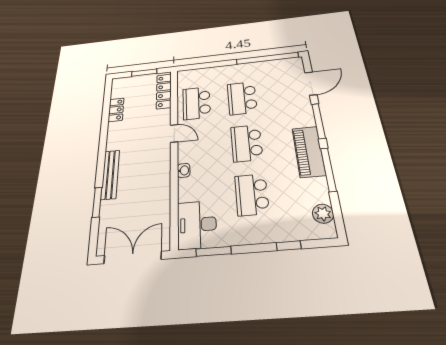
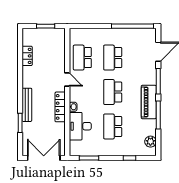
locker: (164, 91) -> (60, 107), moved
desk: (197, 225) -> (80, 126), moved

